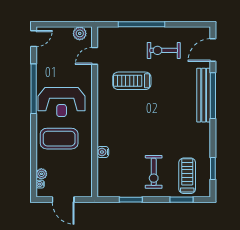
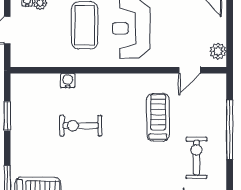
door: (95, 56) -> (190, 70), swing flipped
exercise bike: (154, 172) -> (81, 126), moved

